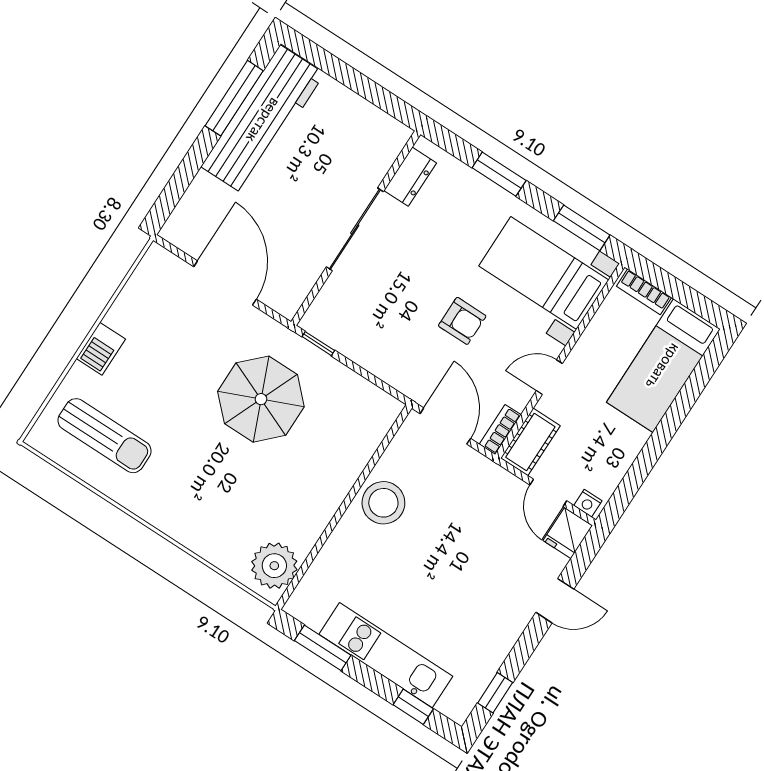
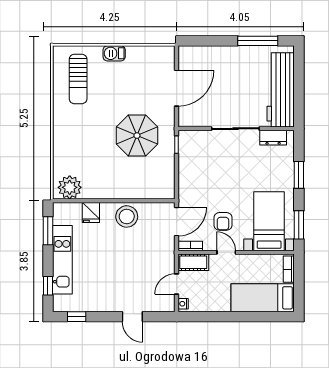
workbench: (263, 120) -> (281, 90), moved, turned 90
armchair: (462, 321) -> (223, 221), moved
fridge: (568, 533) -> (91, 212), moved, turned -90

